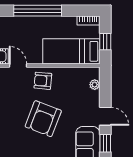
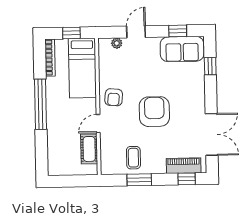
bookcase: (88, 21) -> (50, 58), width x1.56
door: (105, 116) -> (136, 32), moved
armchair: (43, 119) -> (154, 112), moved, turned -111

